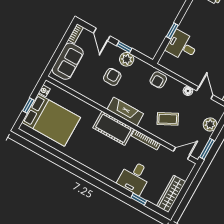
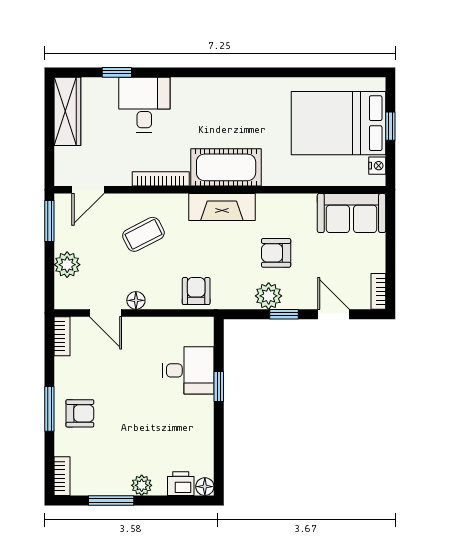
sofa: (68, 61) -> (351, 213), moved, turned -90
armchair: (112, 77) -> (276, 253), turned 90

